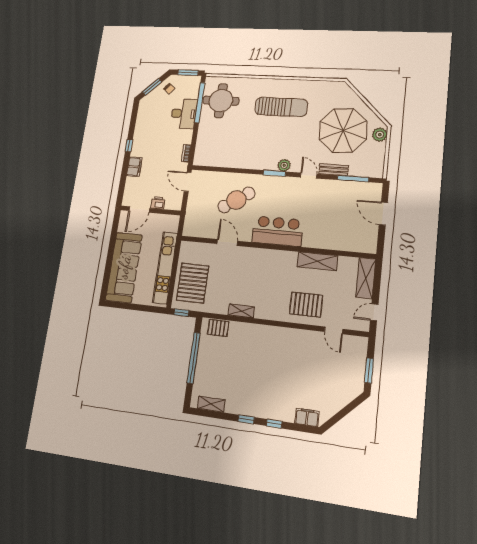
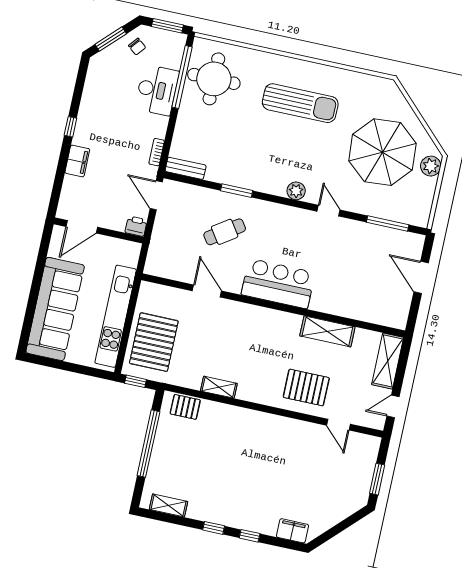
bench: (334, 170) -> (186, 168), moved
window: (274, 173) -> (237, 191), moved
cafe table: (236, 200) -> (225, 232), width x0.73, depth x0.74
printer: (158, 203) -> (136, 226), moved

